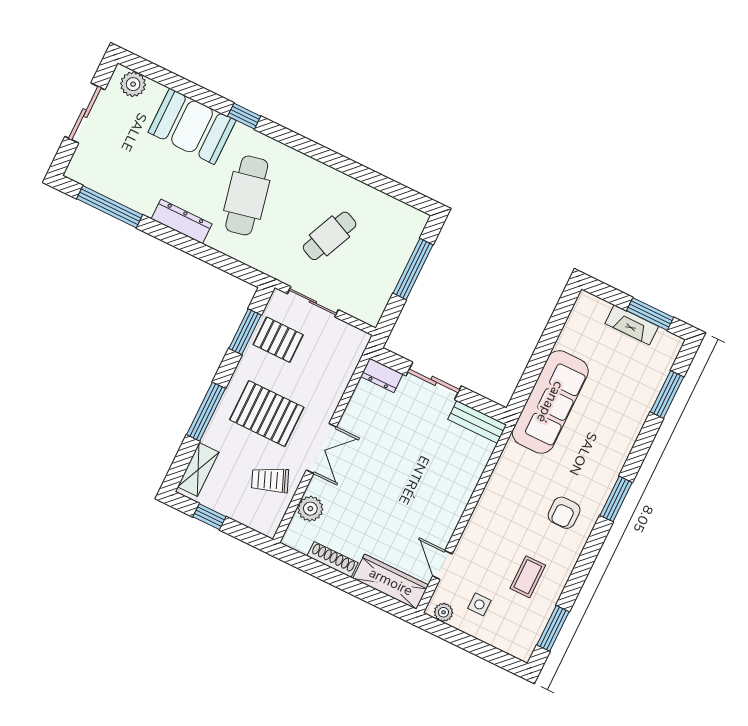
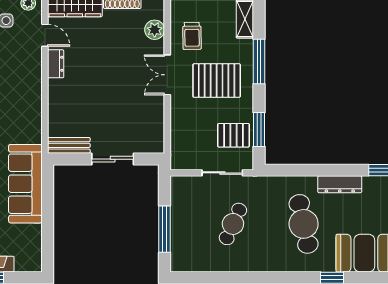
dresser: (382, 375) -> (56, 64), moved, turned 90
trolley: (270, 480) -> (192, 36), turned 111

